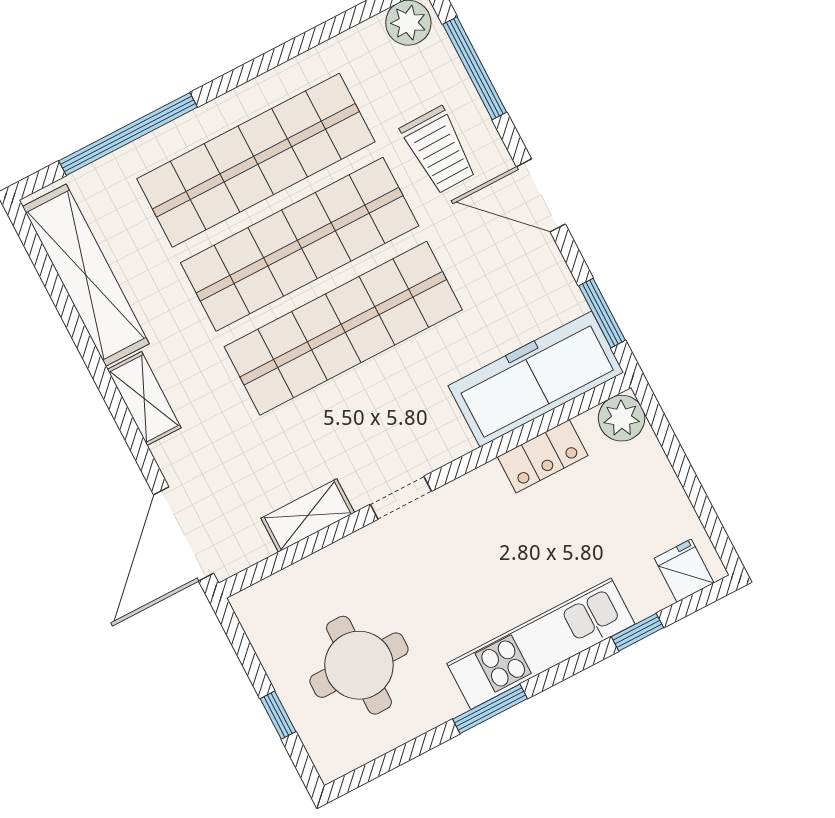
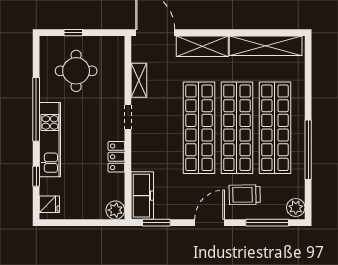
window: (128, 134) -> (308, 150), moved
freezer: (536, 379) -> (142, 196), width x0.73, depth x0.79
shelving: (144, 399) -> (202, 46), width x1.50, depth x1.33
locker: (543, 456) -> (116, 157), moved
window: (490, 709) -> (36, 109), width x2.11

